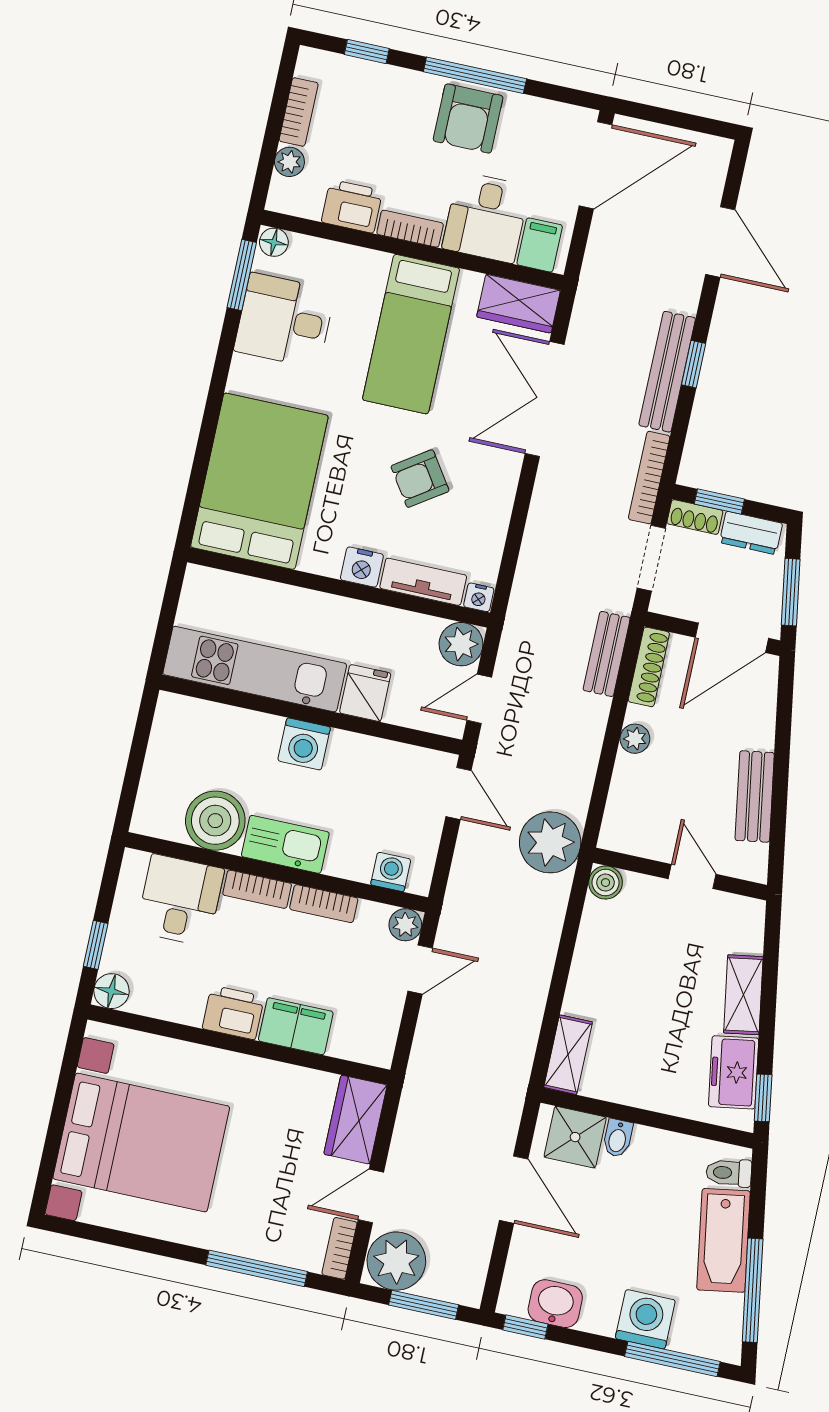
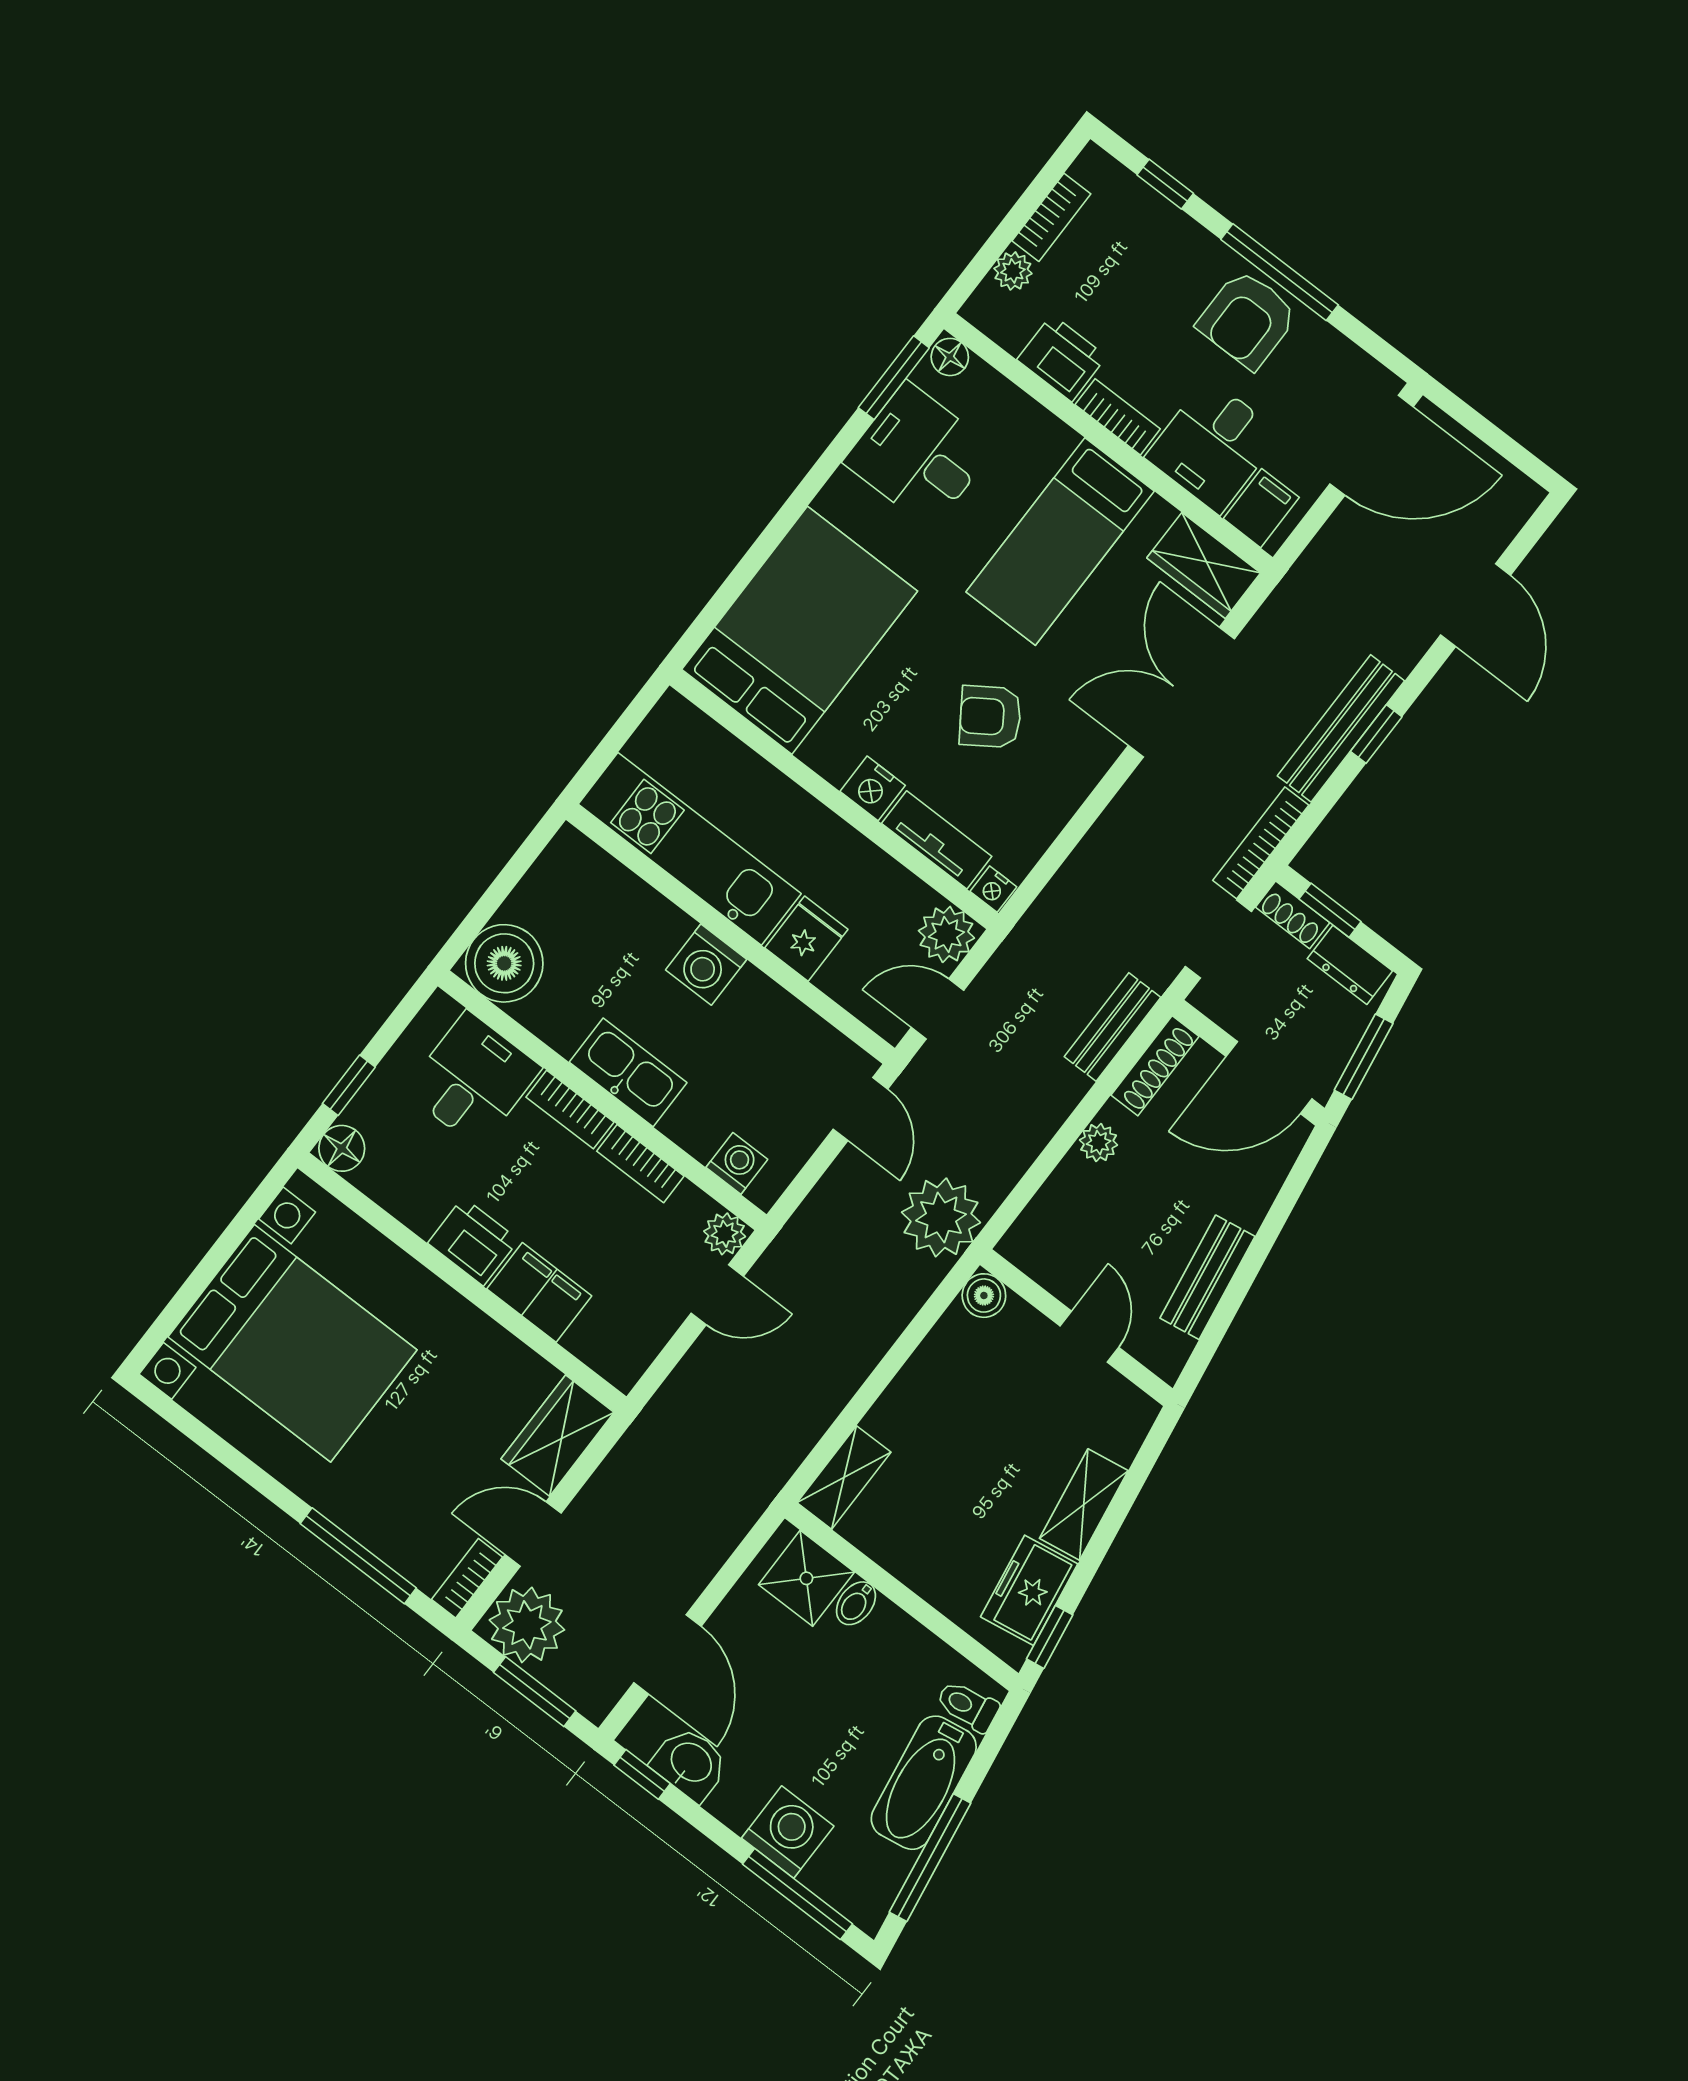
boiler: (215, 821) -> (504, 963), moved
door: (514, 1190) -> (667, 1654), moved

